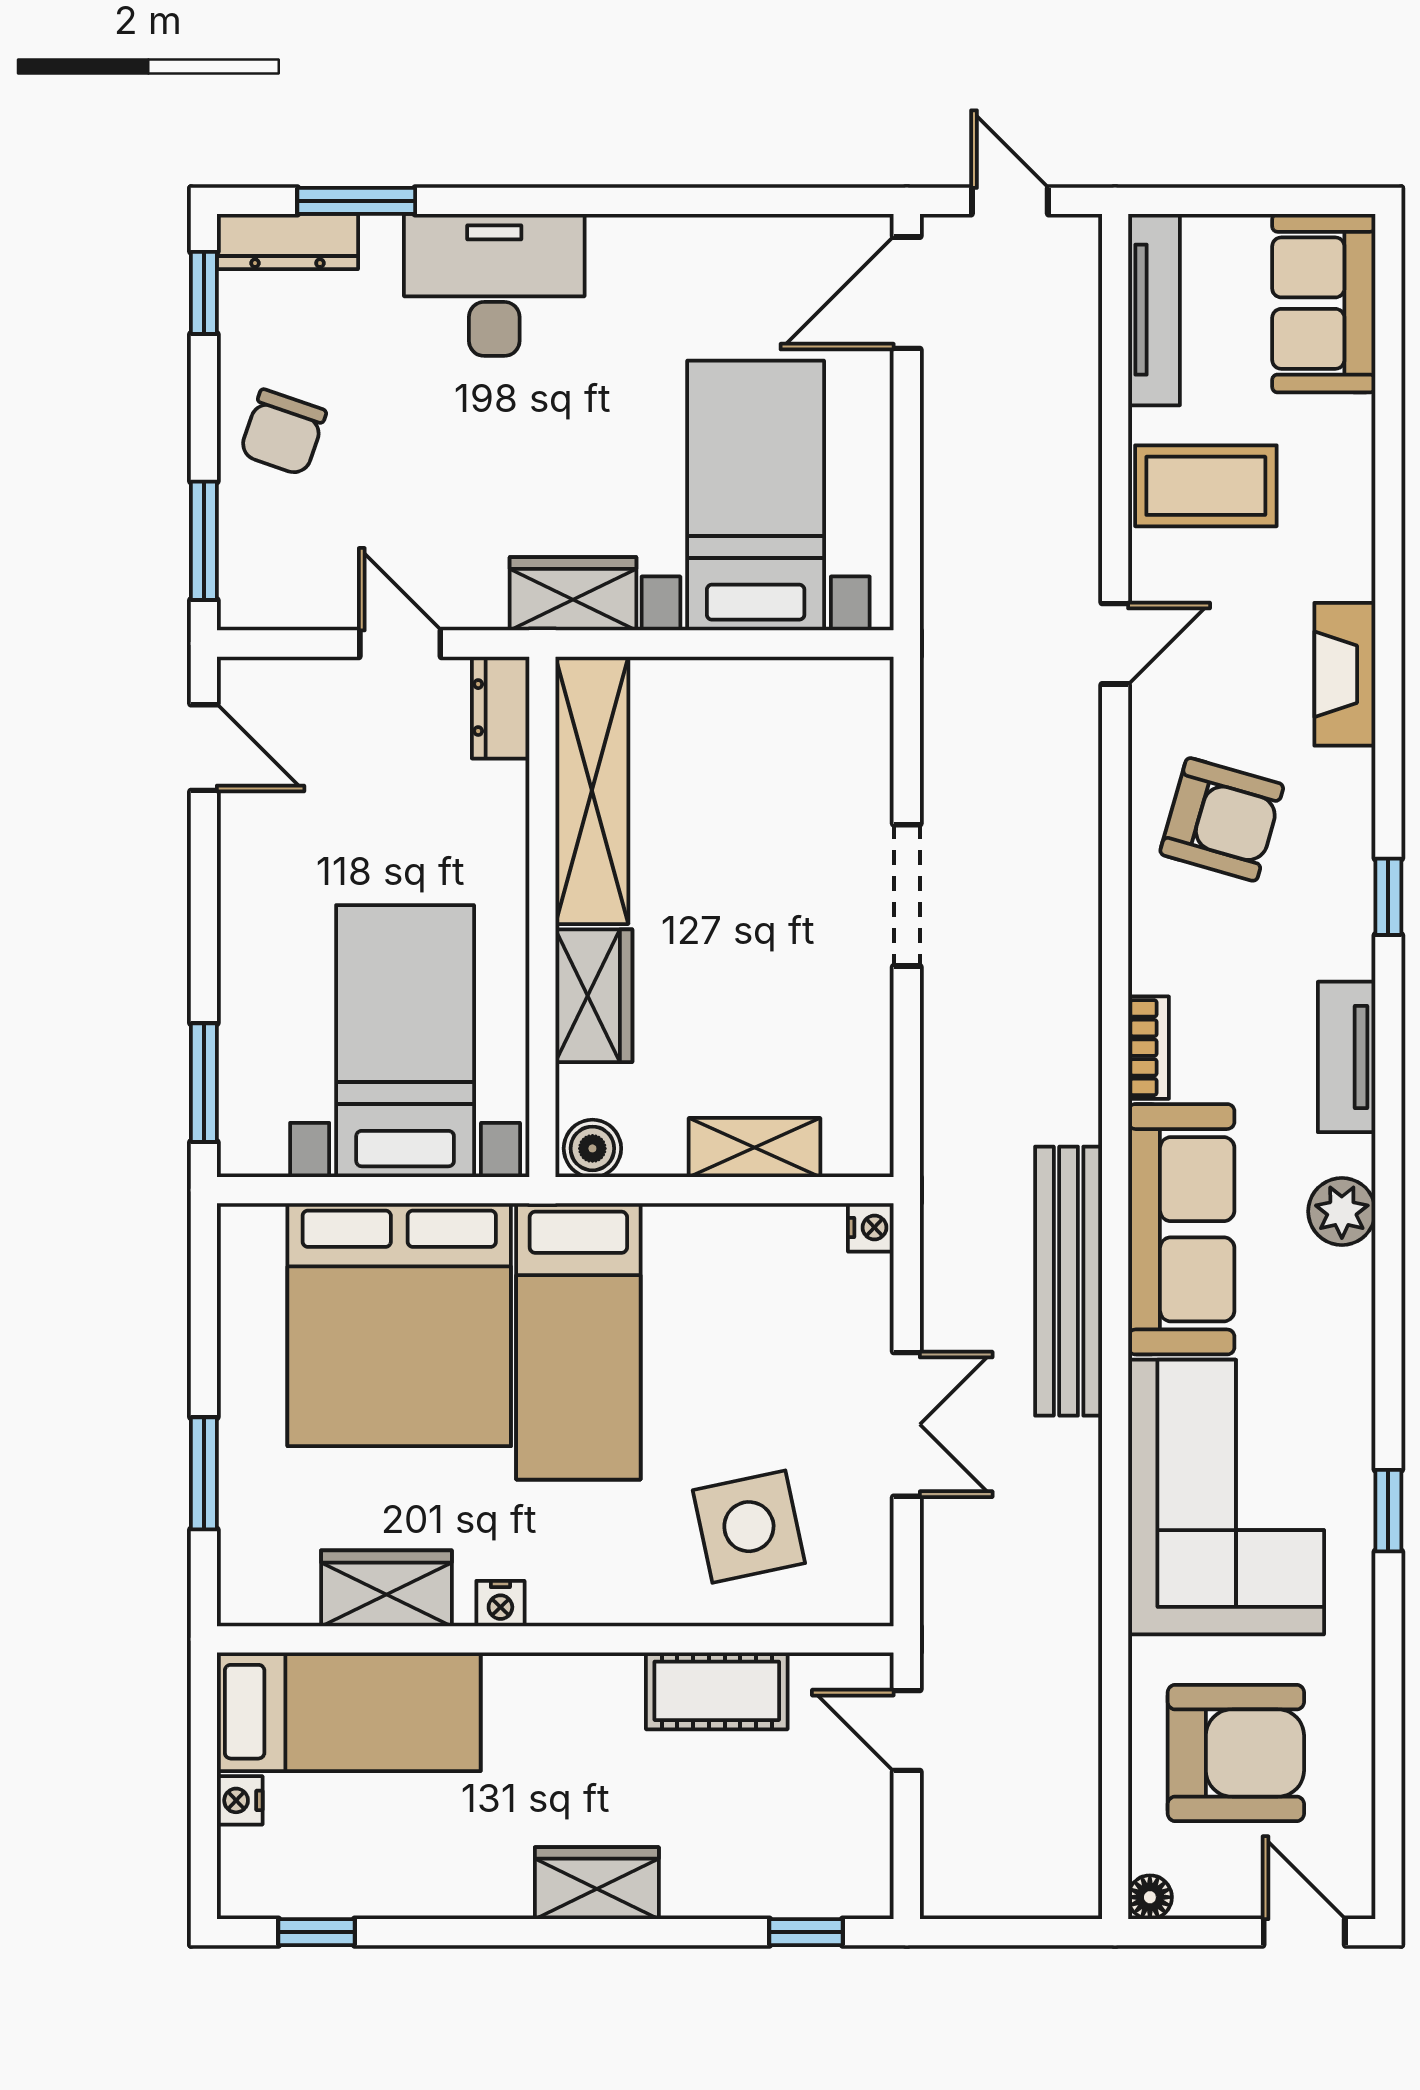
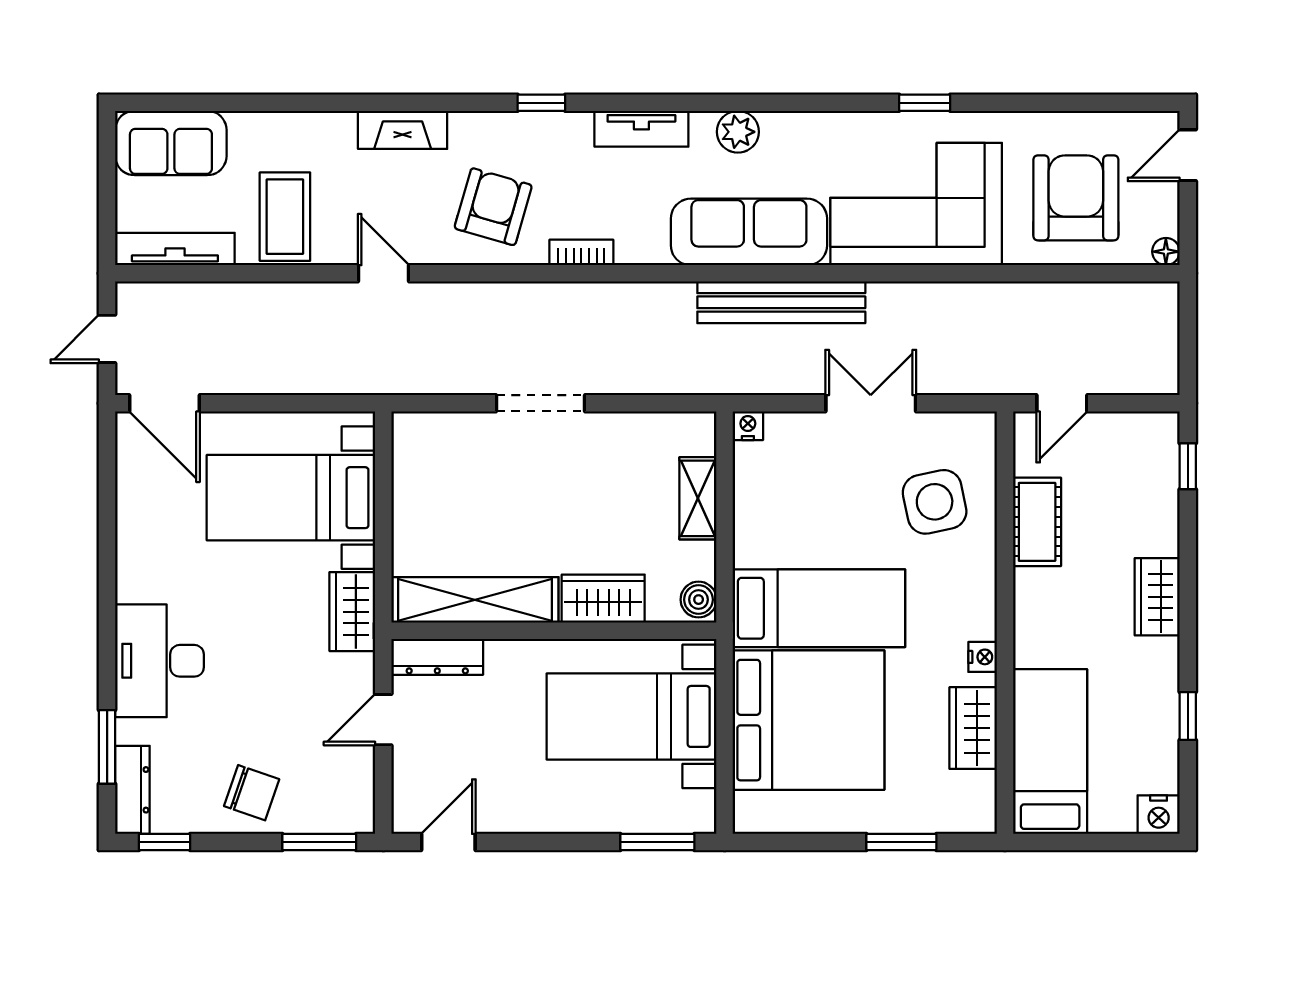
dresser: (501, 708) -> (437, 657), width x1.44
bookcase: (1149, 1048) -> (581, 252), moved
nightstand: (240, 1800) -> (1159, 815), moved, width x1.39, depth x1.35
window: (317, 1932) -> (1188, 716), moved

